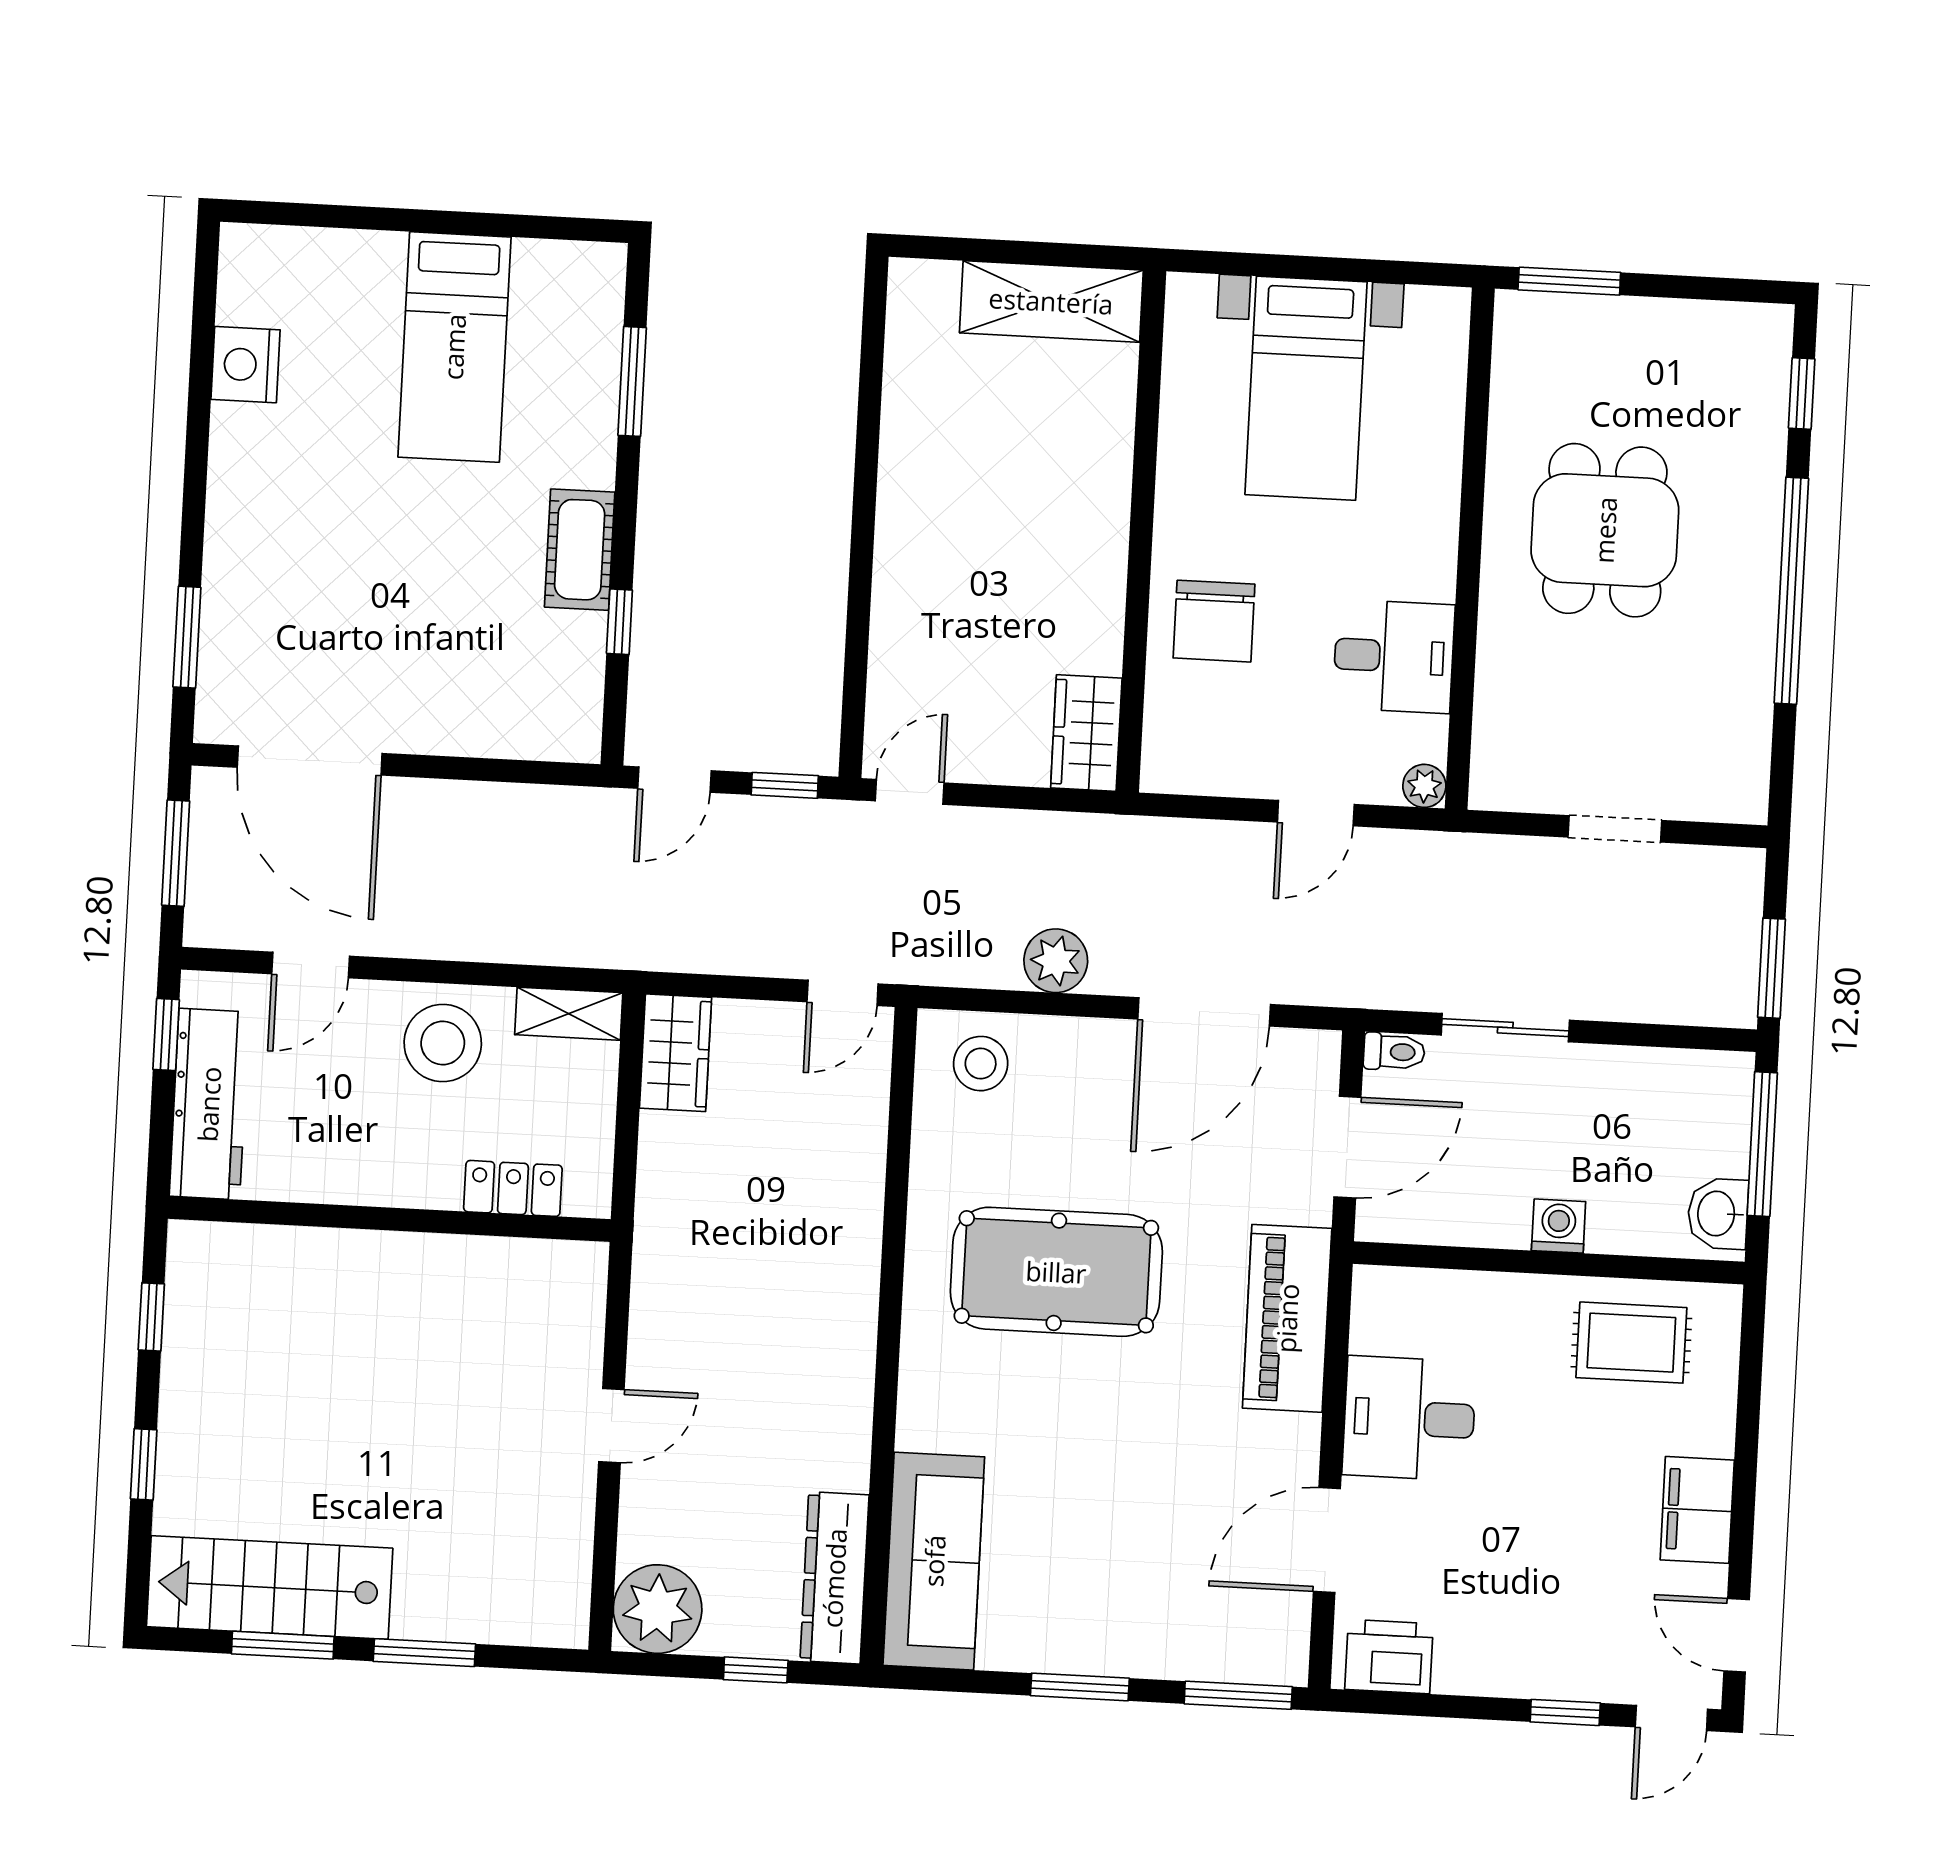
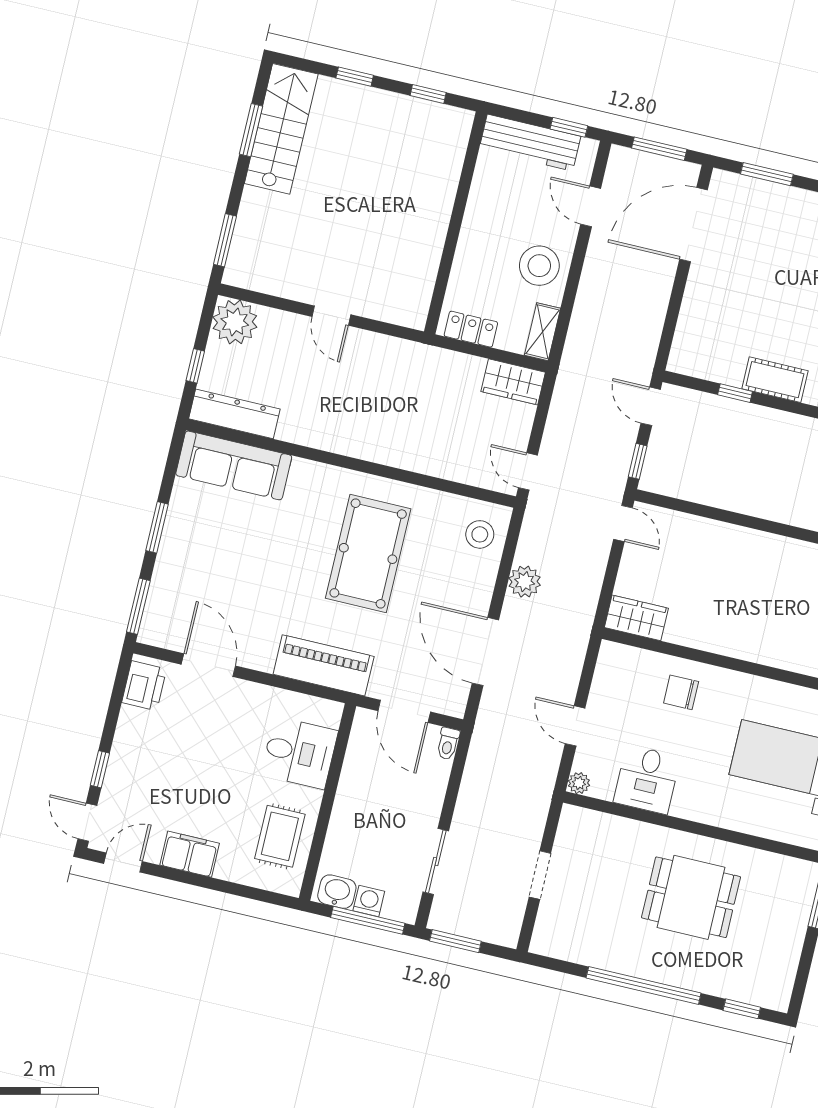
chair: (1214, 621) -> (681, 692), width x0.73, depth x0.73
sliding door: (1505, 1028) -> (436, 862), moved
locker: (513, 1188) -> (471, 329), moved, turned -90
washing machine: (1559, 1226) -> (369, 901), moved, turned -90
desk: (1409, 1418) -> (299, 753), moved, turned 90
window: (424, 1653) -> (225, 240), moved

